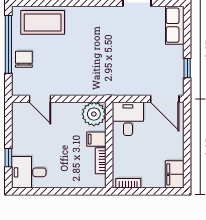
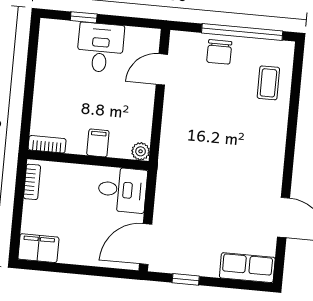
coffee table: (43, 22) -> (268, 83), width x0.54, depth x0.58
chair: (24, 59) -> (219, 52), turned 90
plant: (94, 114) -> (141, 151), width x0.53, depth x0.53
bookcase: (101, 161) -> (47, 144), moved
desk: (29, 172) -> (100, 48), moved

